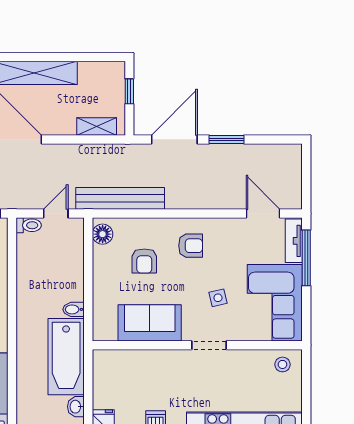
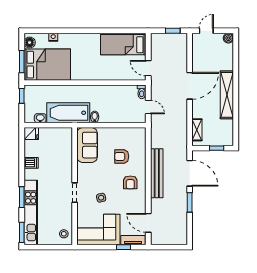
bench: (120, 198) -> (157, 173), moved
door: (263, 213) -> (148, 223), swing flipped
floor lamp: (103, 234) -> (137, 133), removed
window: (306, 258) -> (123, 247), width x0.46
sofa: (150, 323) -> (87, 145), moved

